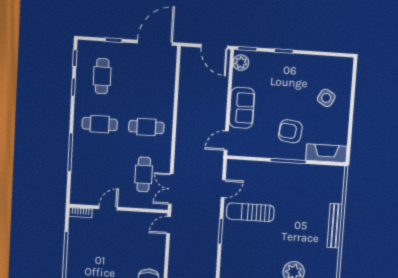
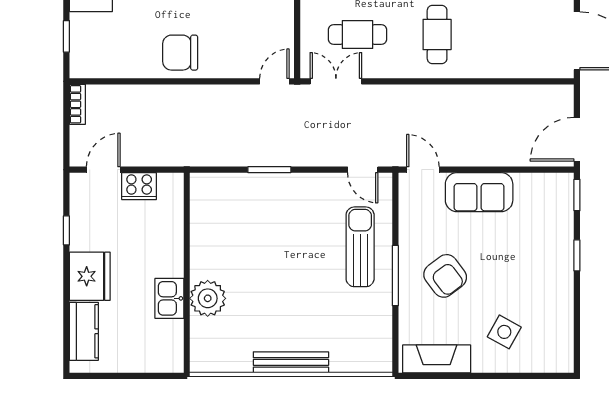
plant: (241, 63) -> (554, 186), removed
armchair: (290, 131) -> (445, 276), turned 136
fireplace: (326, 153) -> (437, 359), moved, turned -90
door: (223, 189) -> (363, 170), moved
sun lounger: (250, 212) -> (360, 247), moved
door: (169, 225) -> (274, 81), hinge flipped

